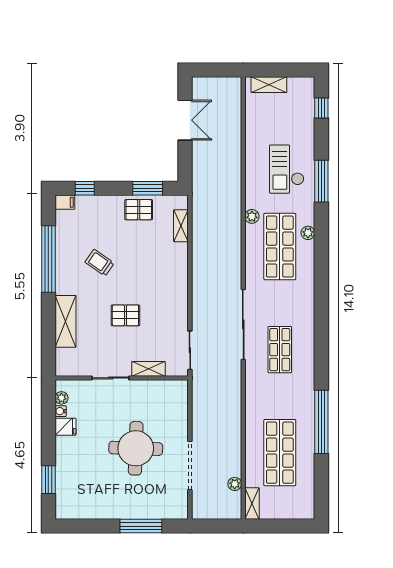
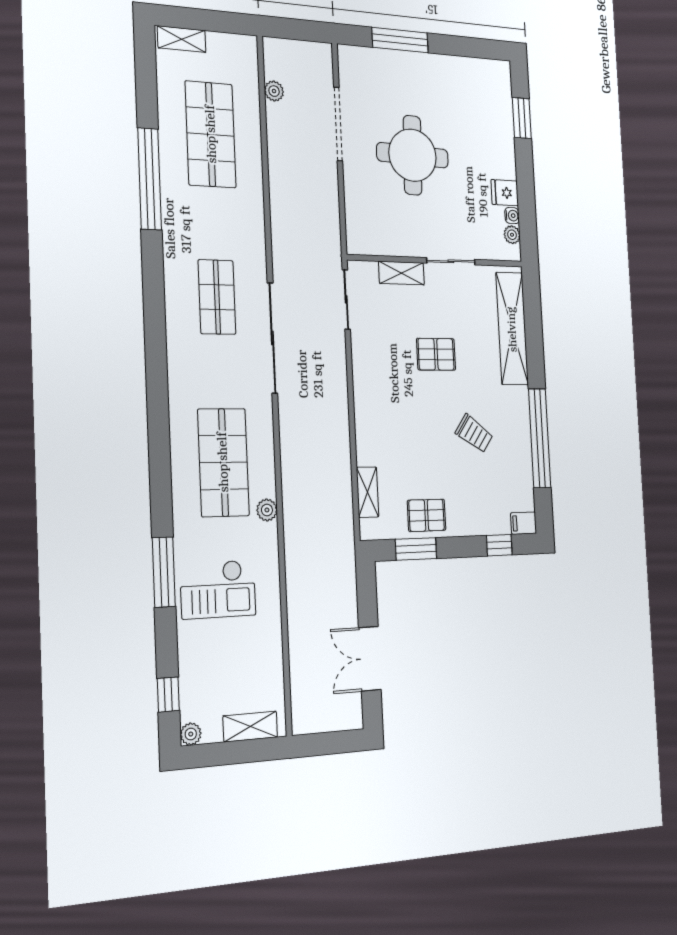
checkout: (287, 169) -> (218, 589), turned 90
plant: (308, 233) -> (191, 734), moved
shelving: (66, 321) -> (512, 329), width x1.47
shelving: (252, 503) -> (182, 39), moved, turned 90

